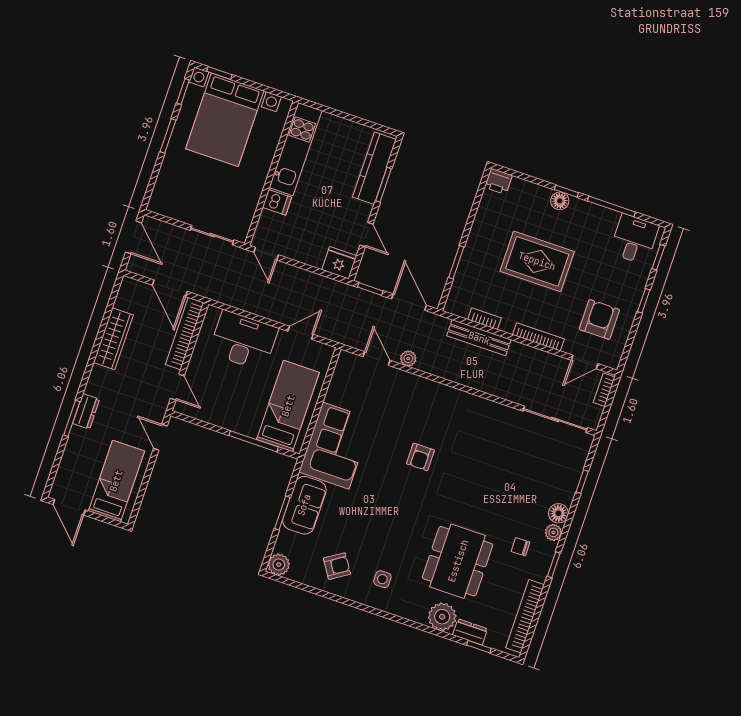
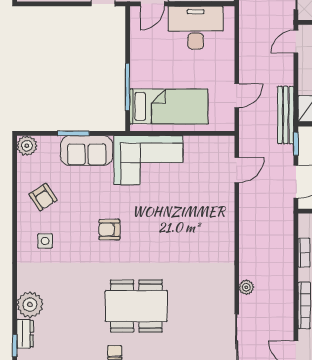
door: (300, 333) -> (237, 96), hinge flipped
bench: (479, 338) -> (286, 115), moved
desk: (244, 341) -> (196, 28), moved, turned -90
plant: (408, 359) -> (246, 287), moved
armchair: (420, 457) -> (109, 230), moved
dining table: (458, 561) -> (136, 306), moved

